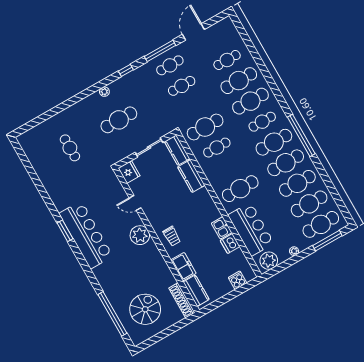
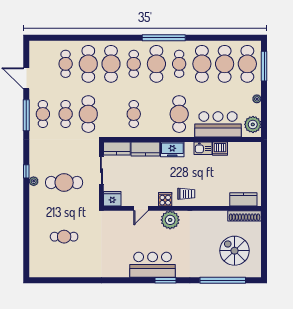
window: (126, 70) -> (26, 171), moved
cafe table: (119, 120) -> (64, 183), turned 90
cafe table: (205, 127) -> (88, 114), moved
cafe table: (286, 163) -> (179, 64), width x0.73, depth x0.74
window: (65, 231) -> (165, 280), moved
bar counter: (86, 235) -> (153, 265), width x0.73
freezer: (183, 267) -> (172, 149), moved, turned 180
cooker: (238, 280) -> (165, 199), moved, turned 90

